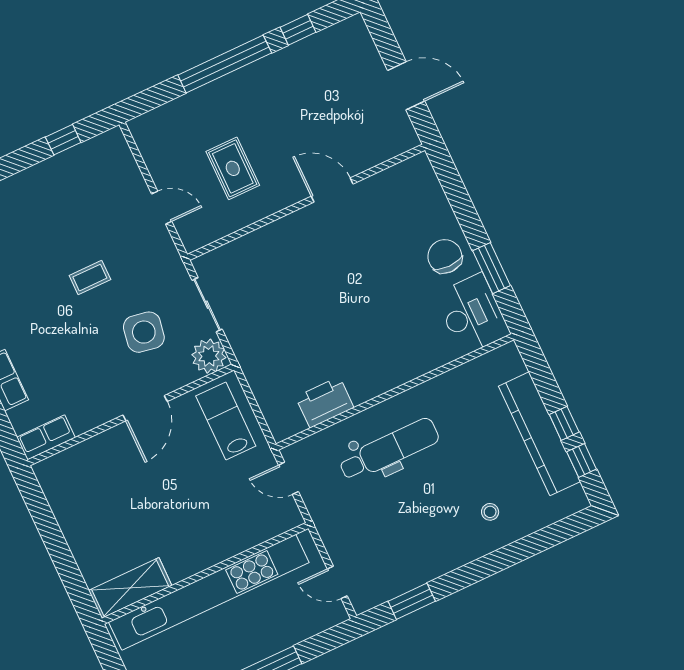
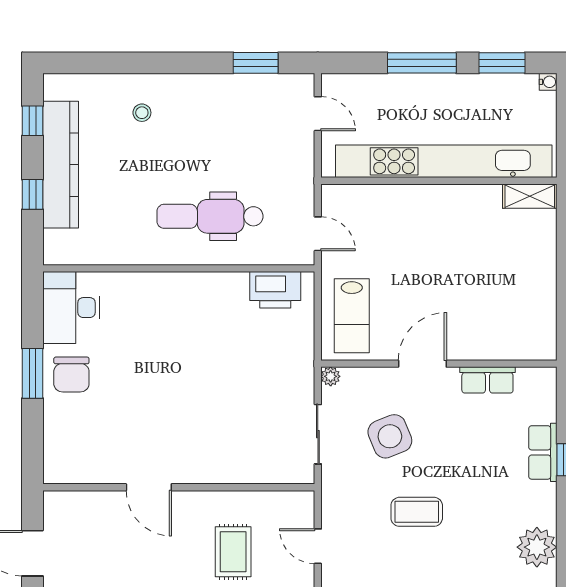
window: (491, 268) -> (33, 373), moved
coffee table: (90, 278) -> (417, 512), width x1.36, depth x1.30
side table: (144, 332) -> (390, 436), turned -32
plant: (209, 356) -> (331, 376), width x0.53, depth x0.53
printer: (325, 402) -> (275, 290), moved
window: (564, 423) -> (33, 194), moved
row of seats: (46, 437) -> (487, 380), moved
shelving: (130, 588) -> (530, 196), width x0.67, depth x0.75

